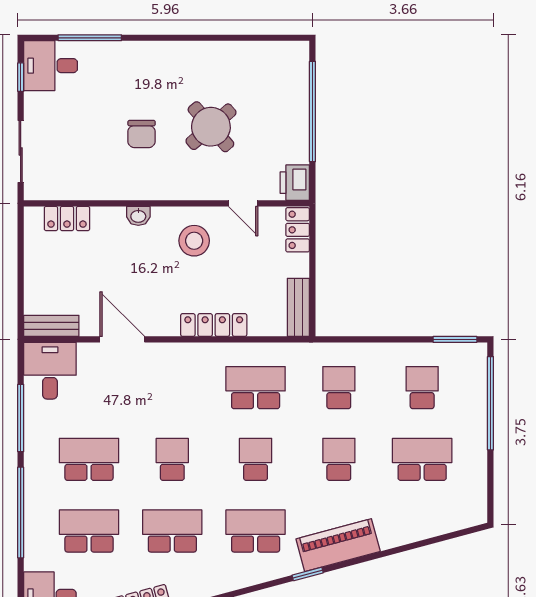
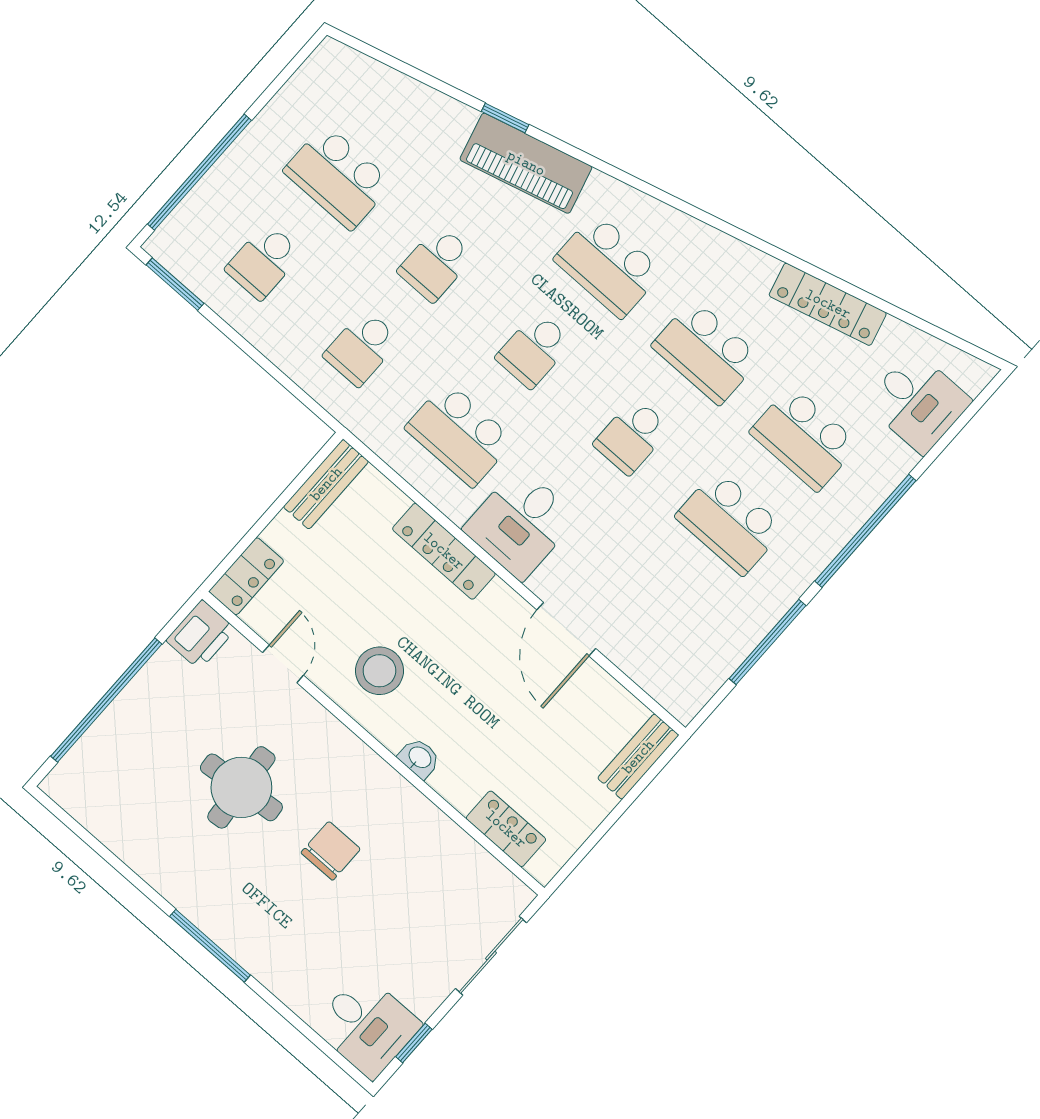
window: (90, 38) -> (210, 946), moved
round table: (211, 127) -> (241, 787), turned 36
bench: (51, 326) -> (638, 757), moved, turned 90
desk: (50, 371) -> (520, 523), moved
window: (308, 574) -> (505, 118), moved

